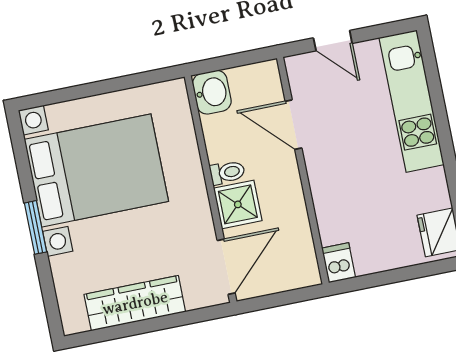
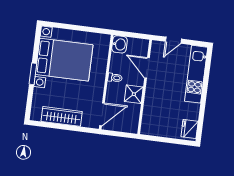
door: (333, 41) -> (173, 40), hinge flipped
shower: (238, 204) -> (134, 94), moved
dishwasher: (339, 263) -> (146, 128), removed

